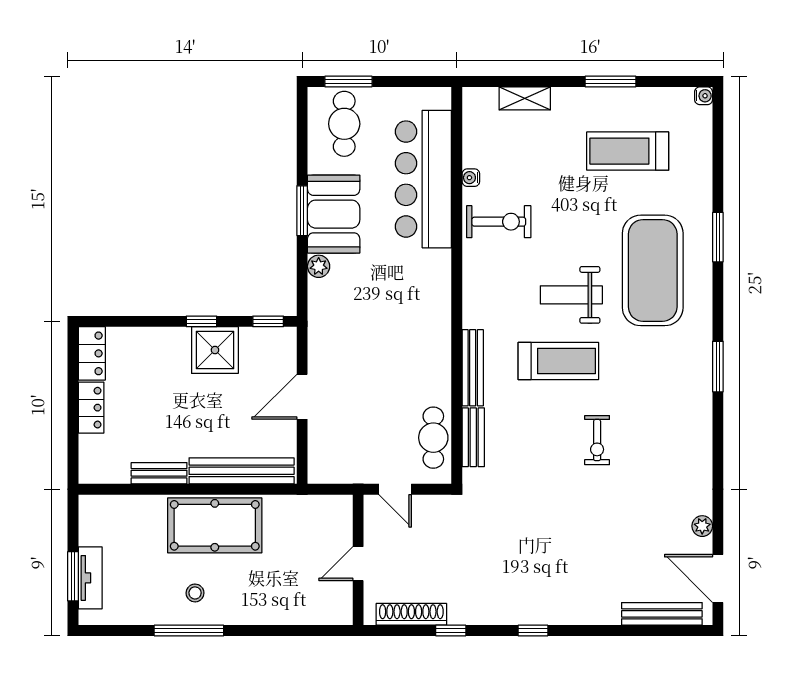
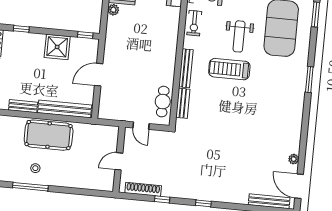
weight bench: (571, 295) -> (239, 36), turned -90
window: (202, 321) -> (21, 29), moved
treadmill: (558, 361) -> (229, 69), turned 180
exercise bike: (597, 440) -> (194, 23), moved

